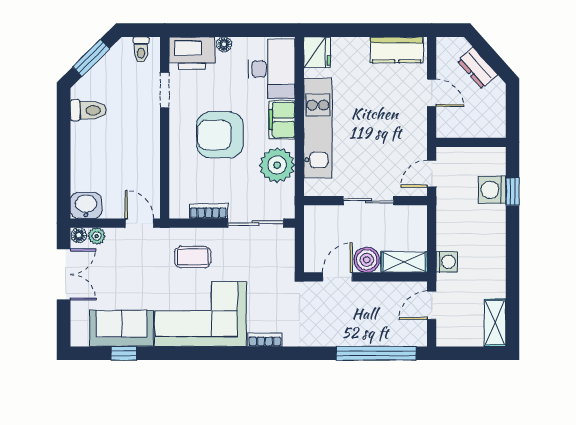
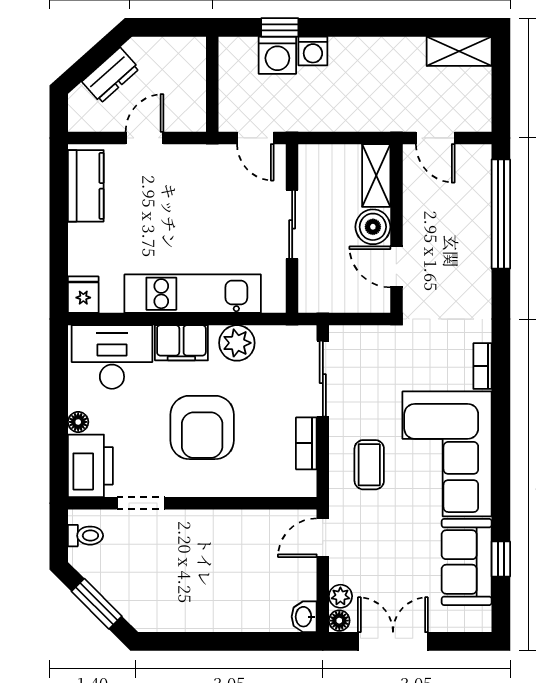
fridge: (317, 52) -> (83, 295), width x0.72
toilet: (88, 110) -> (168, 608), removed
plant: (277, 165) -> (237, 343), width x0.73, depth x0.73
washbasin: (86, 205) -> (304, 617), width x0.72, depth x0.69
washing machine: (447, 262) -> (313, 51), moved, turned 180

